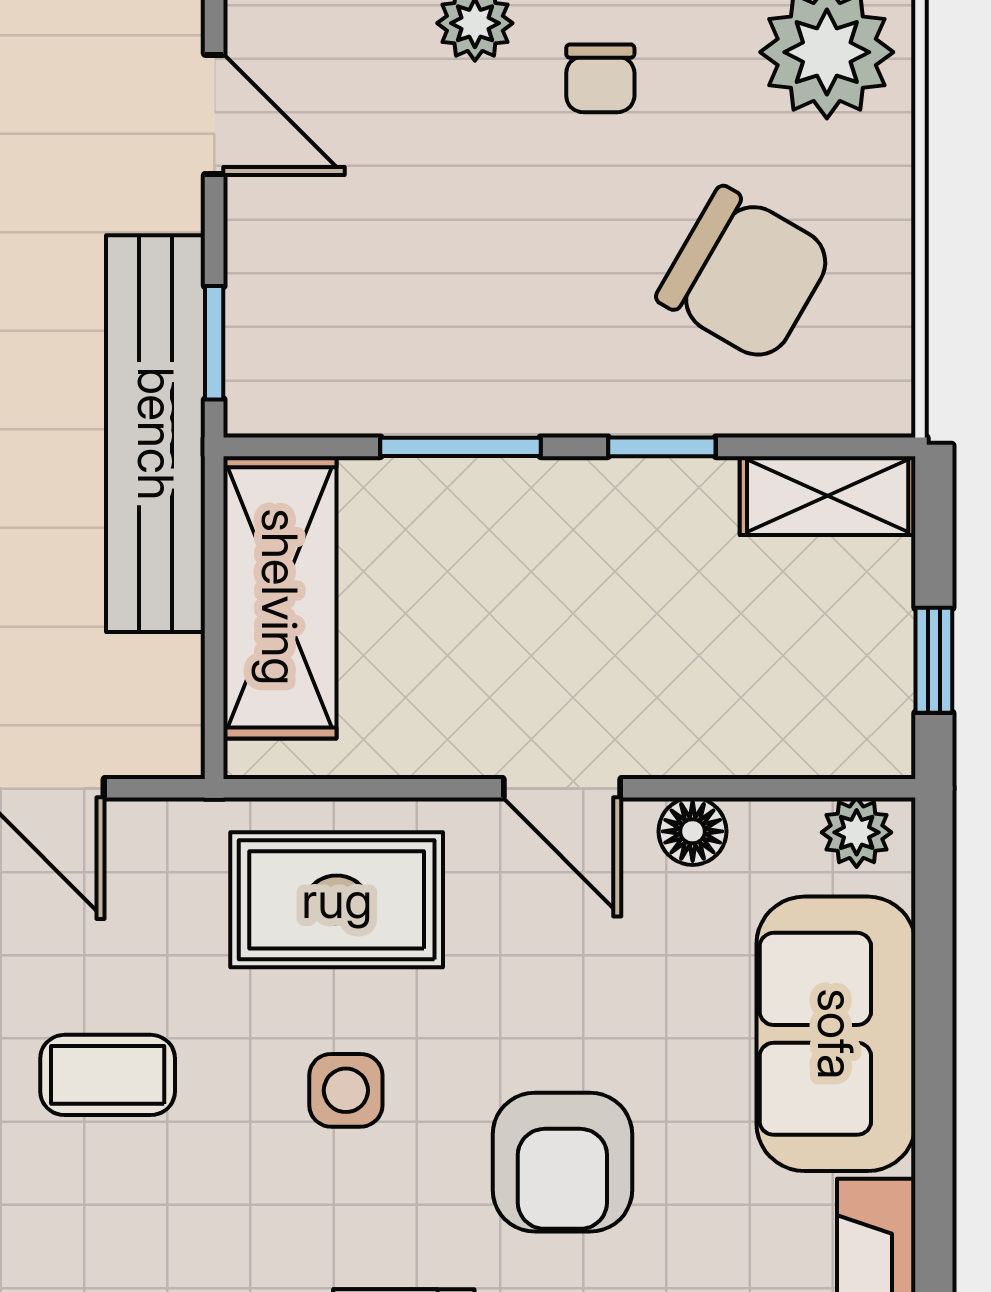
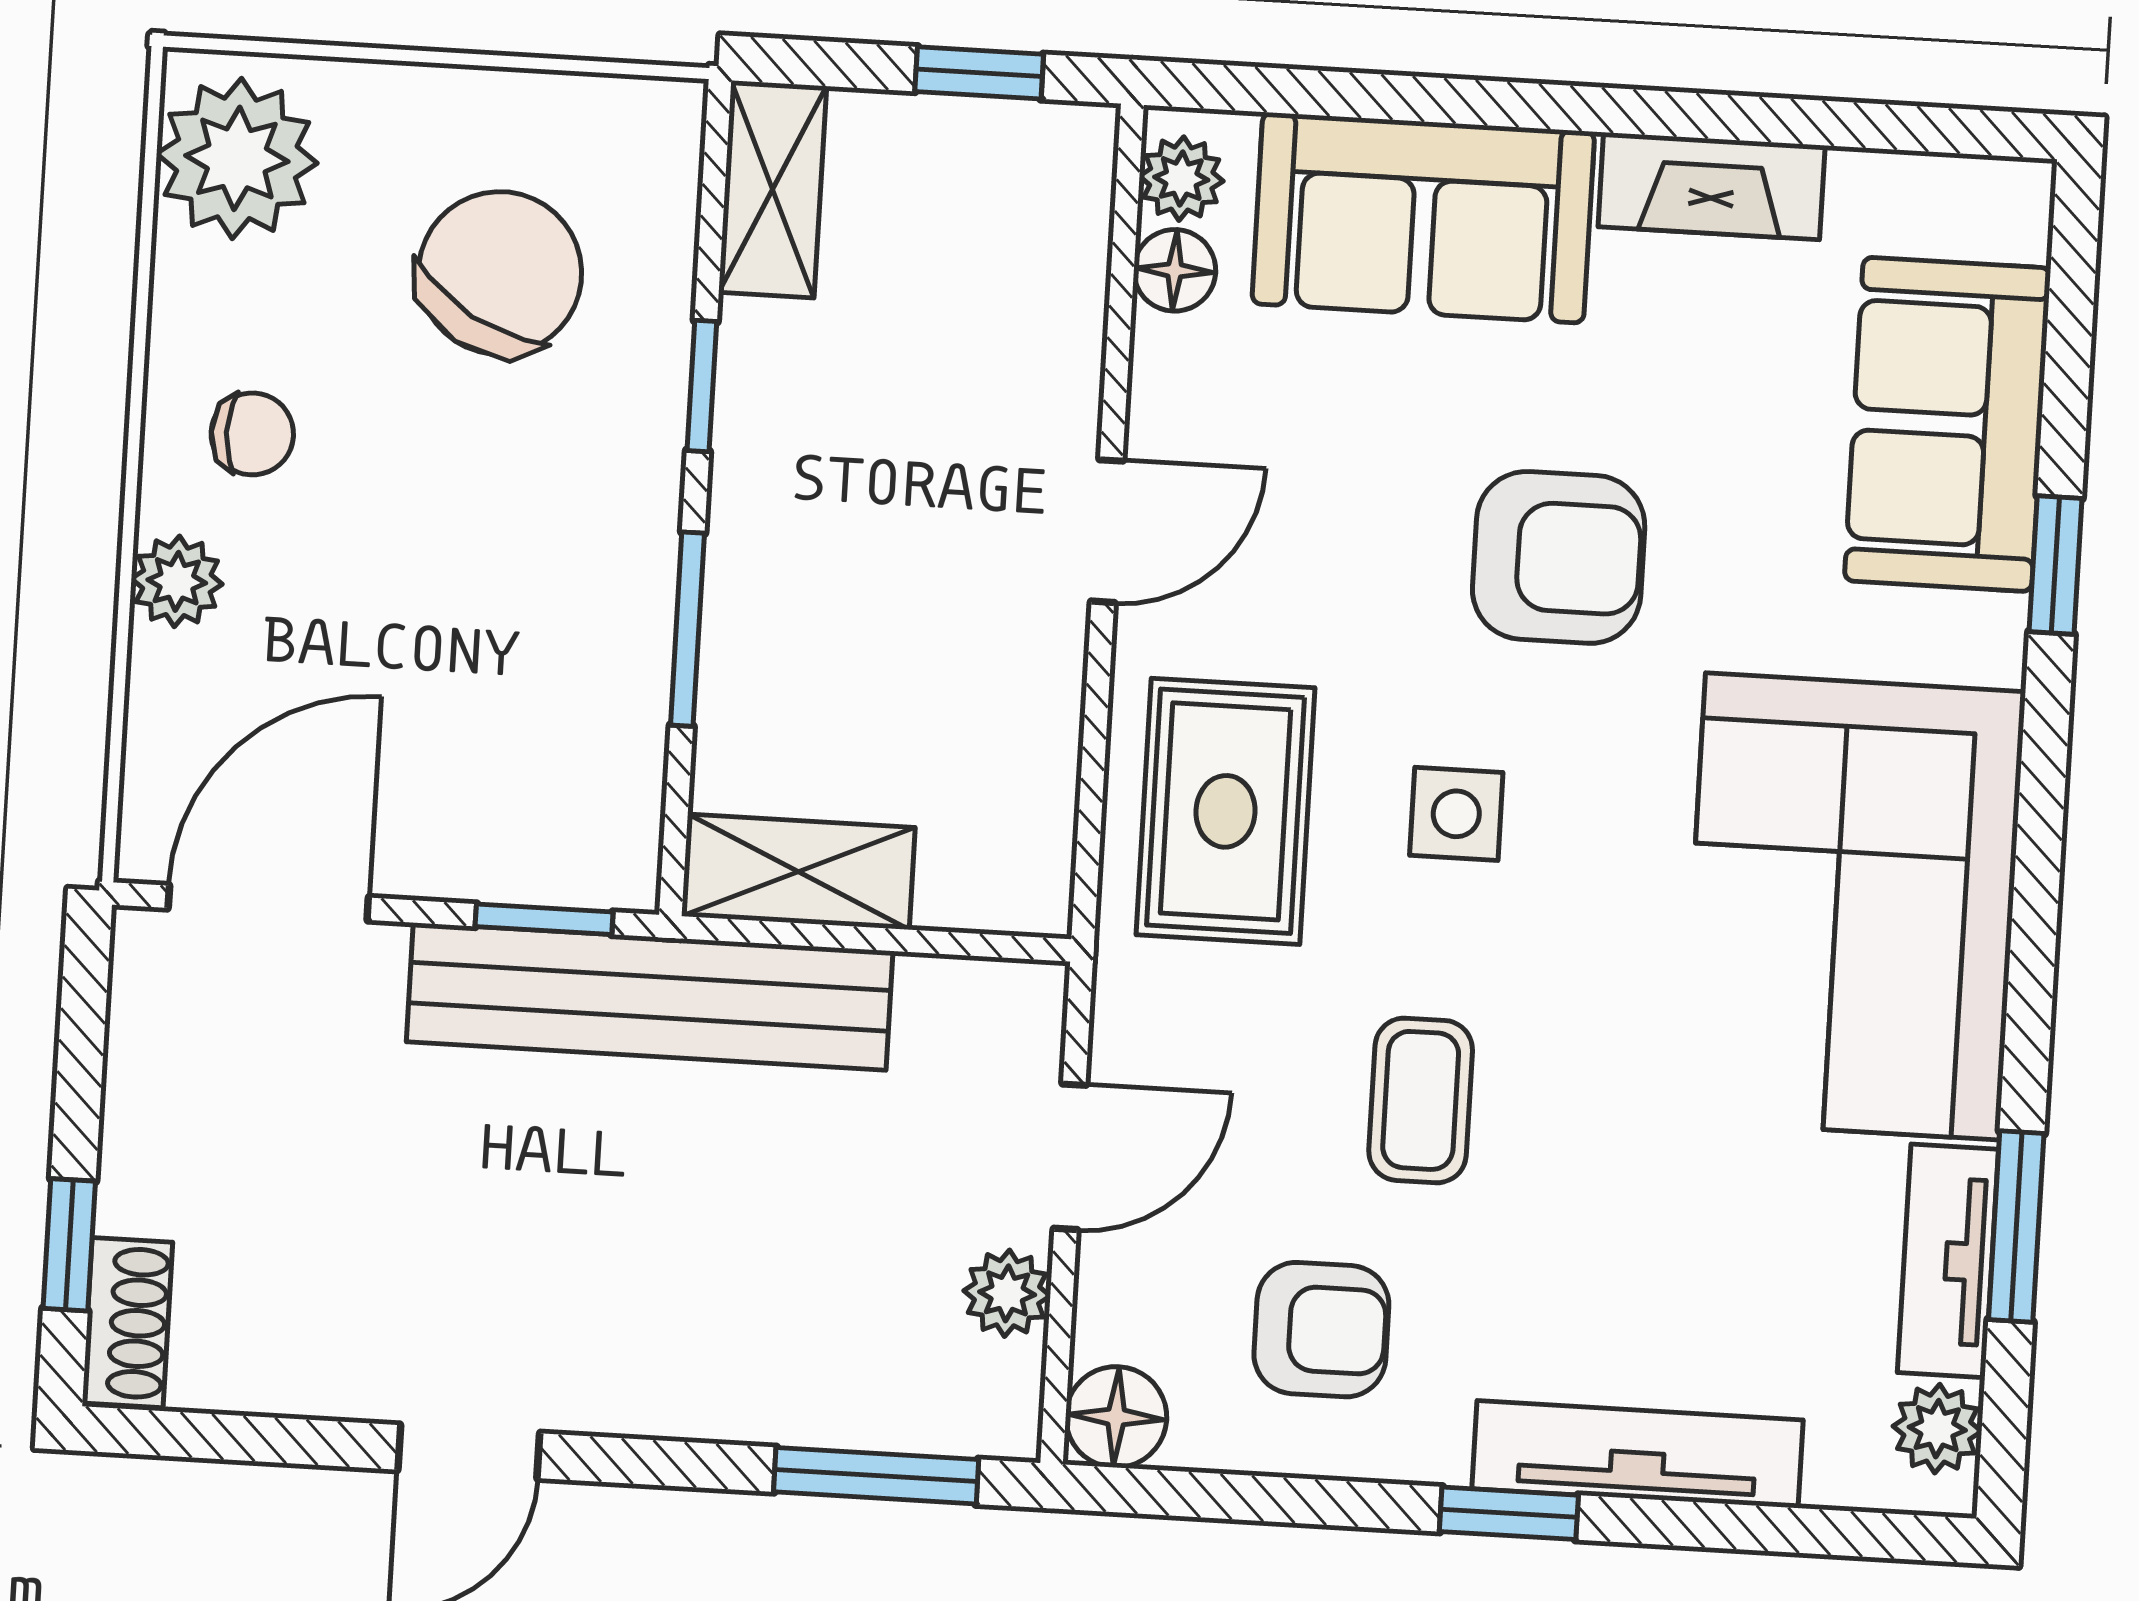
door: (214, 114) -> (268, 903), width x1.38
shelving: (280, 597) -> (798, 872), width x0.67, depth x0.75
floor lamp: (693, 831) -> (1175, 270), moved

